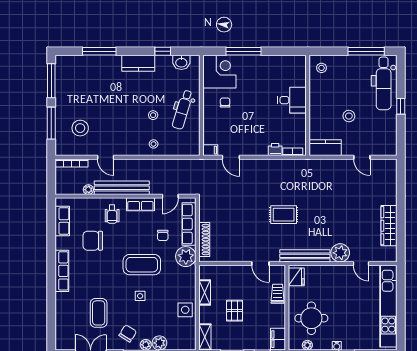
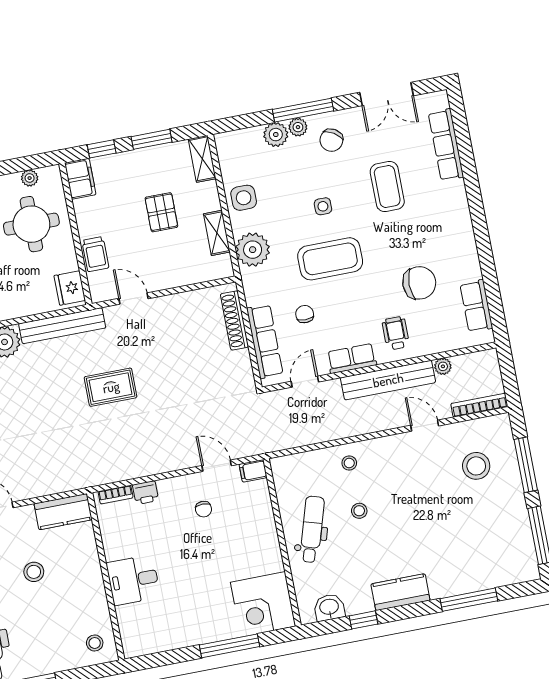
chair: (225, 103) -> (203, 509), moved
plant: (186, 257) -> (253, 250), moved
row of seats: (62, 271) -> (446, 145), moved
coffee table: (99, 313) -> (387, 187), moved

